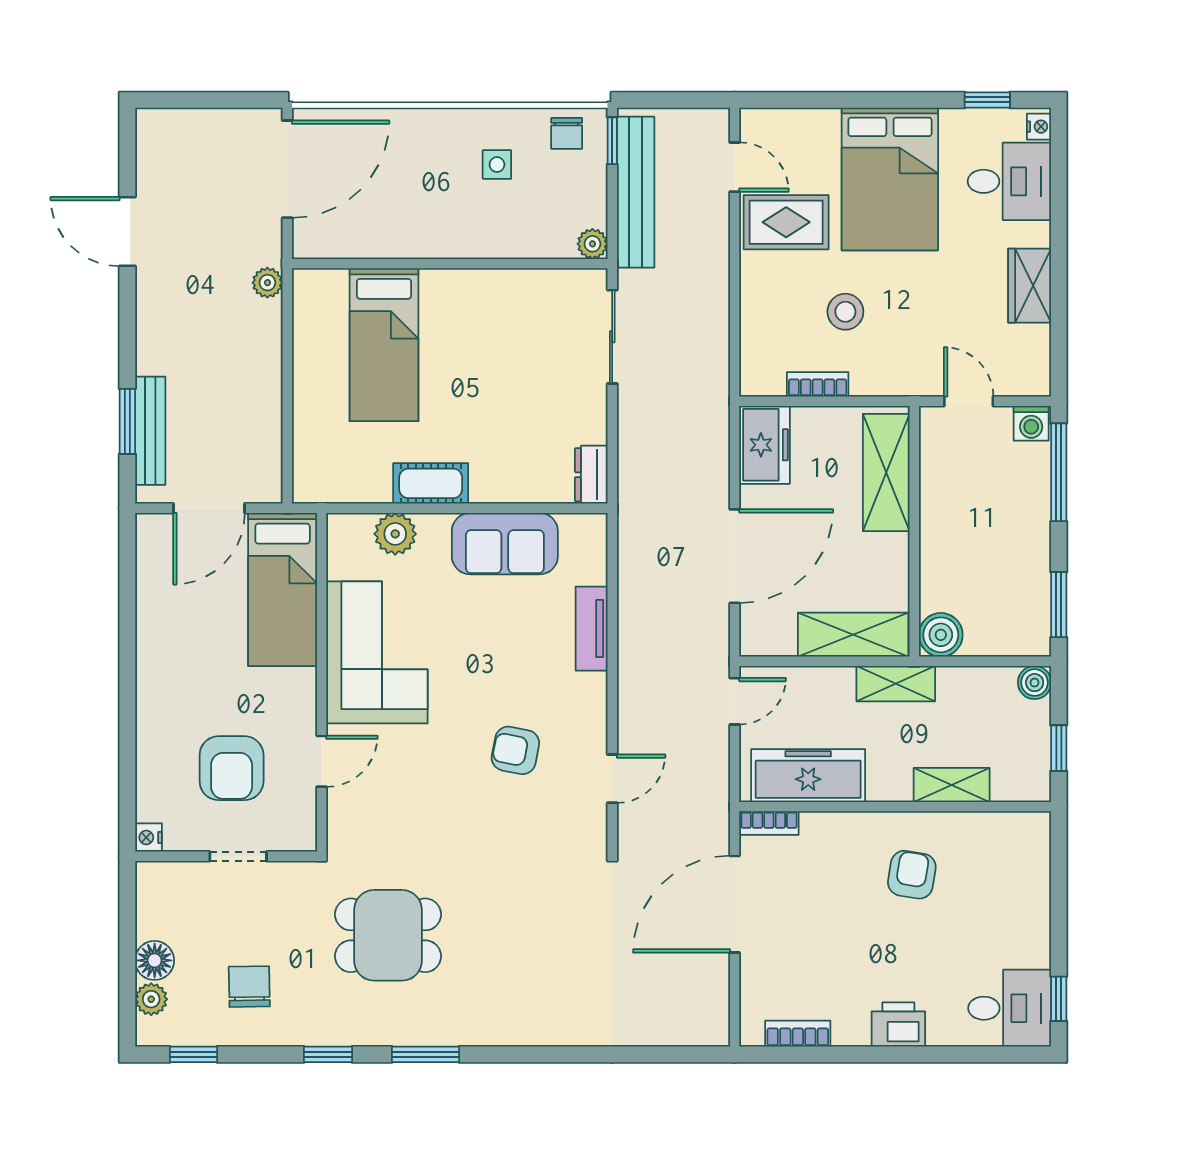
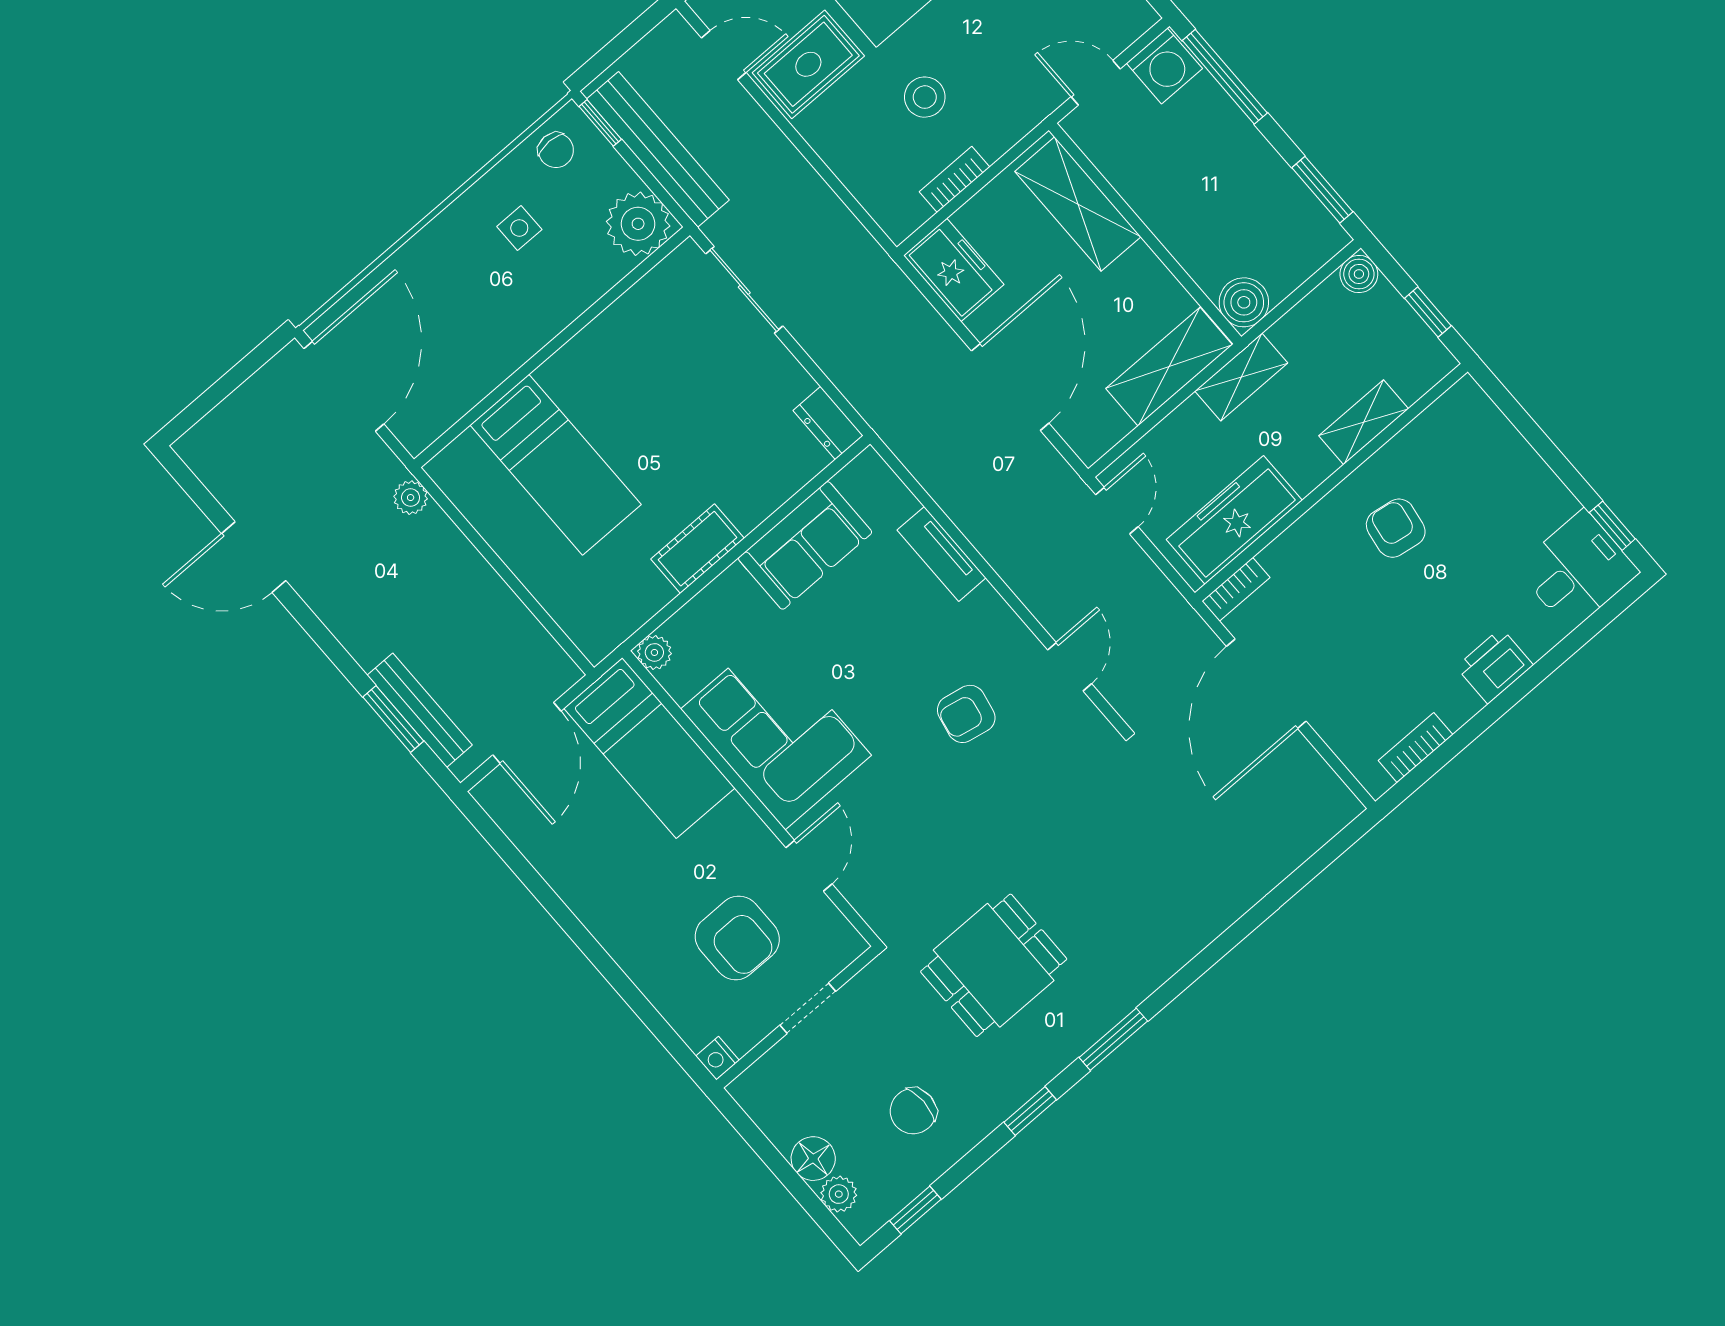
plant: (592, 244) -> (638, 224), width x1.88, depth x1.88
washing machine: (1031, 423) -> (1164, 66), width x1.38, depth x1.38
plant: (395, 534) -> (654, 652), moved, width x0.73, depth x0.73
chair: (249, 987) -> (913, 1111), turned -89

